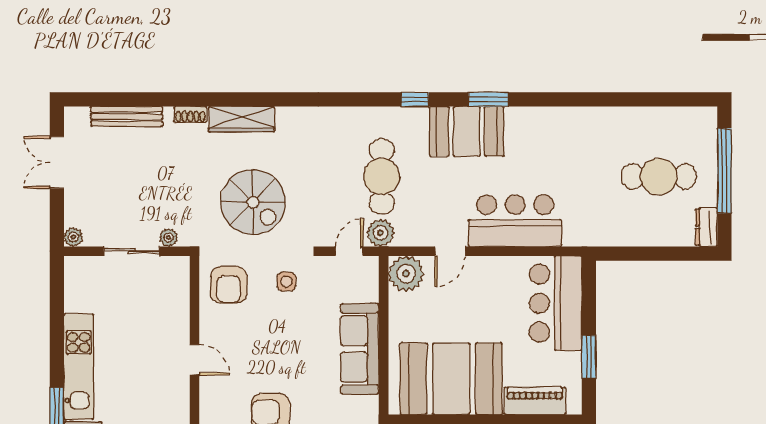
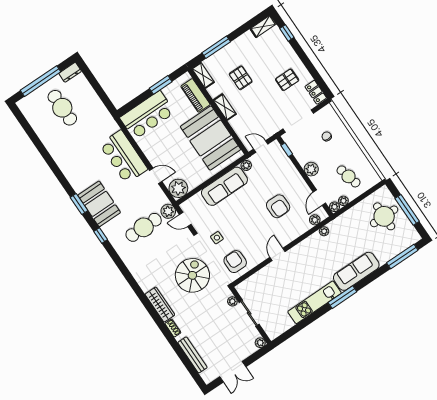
armchair: (229, 285) -> (235, 262), turned -90
plant: (369, 406) -> (246, 165), added

